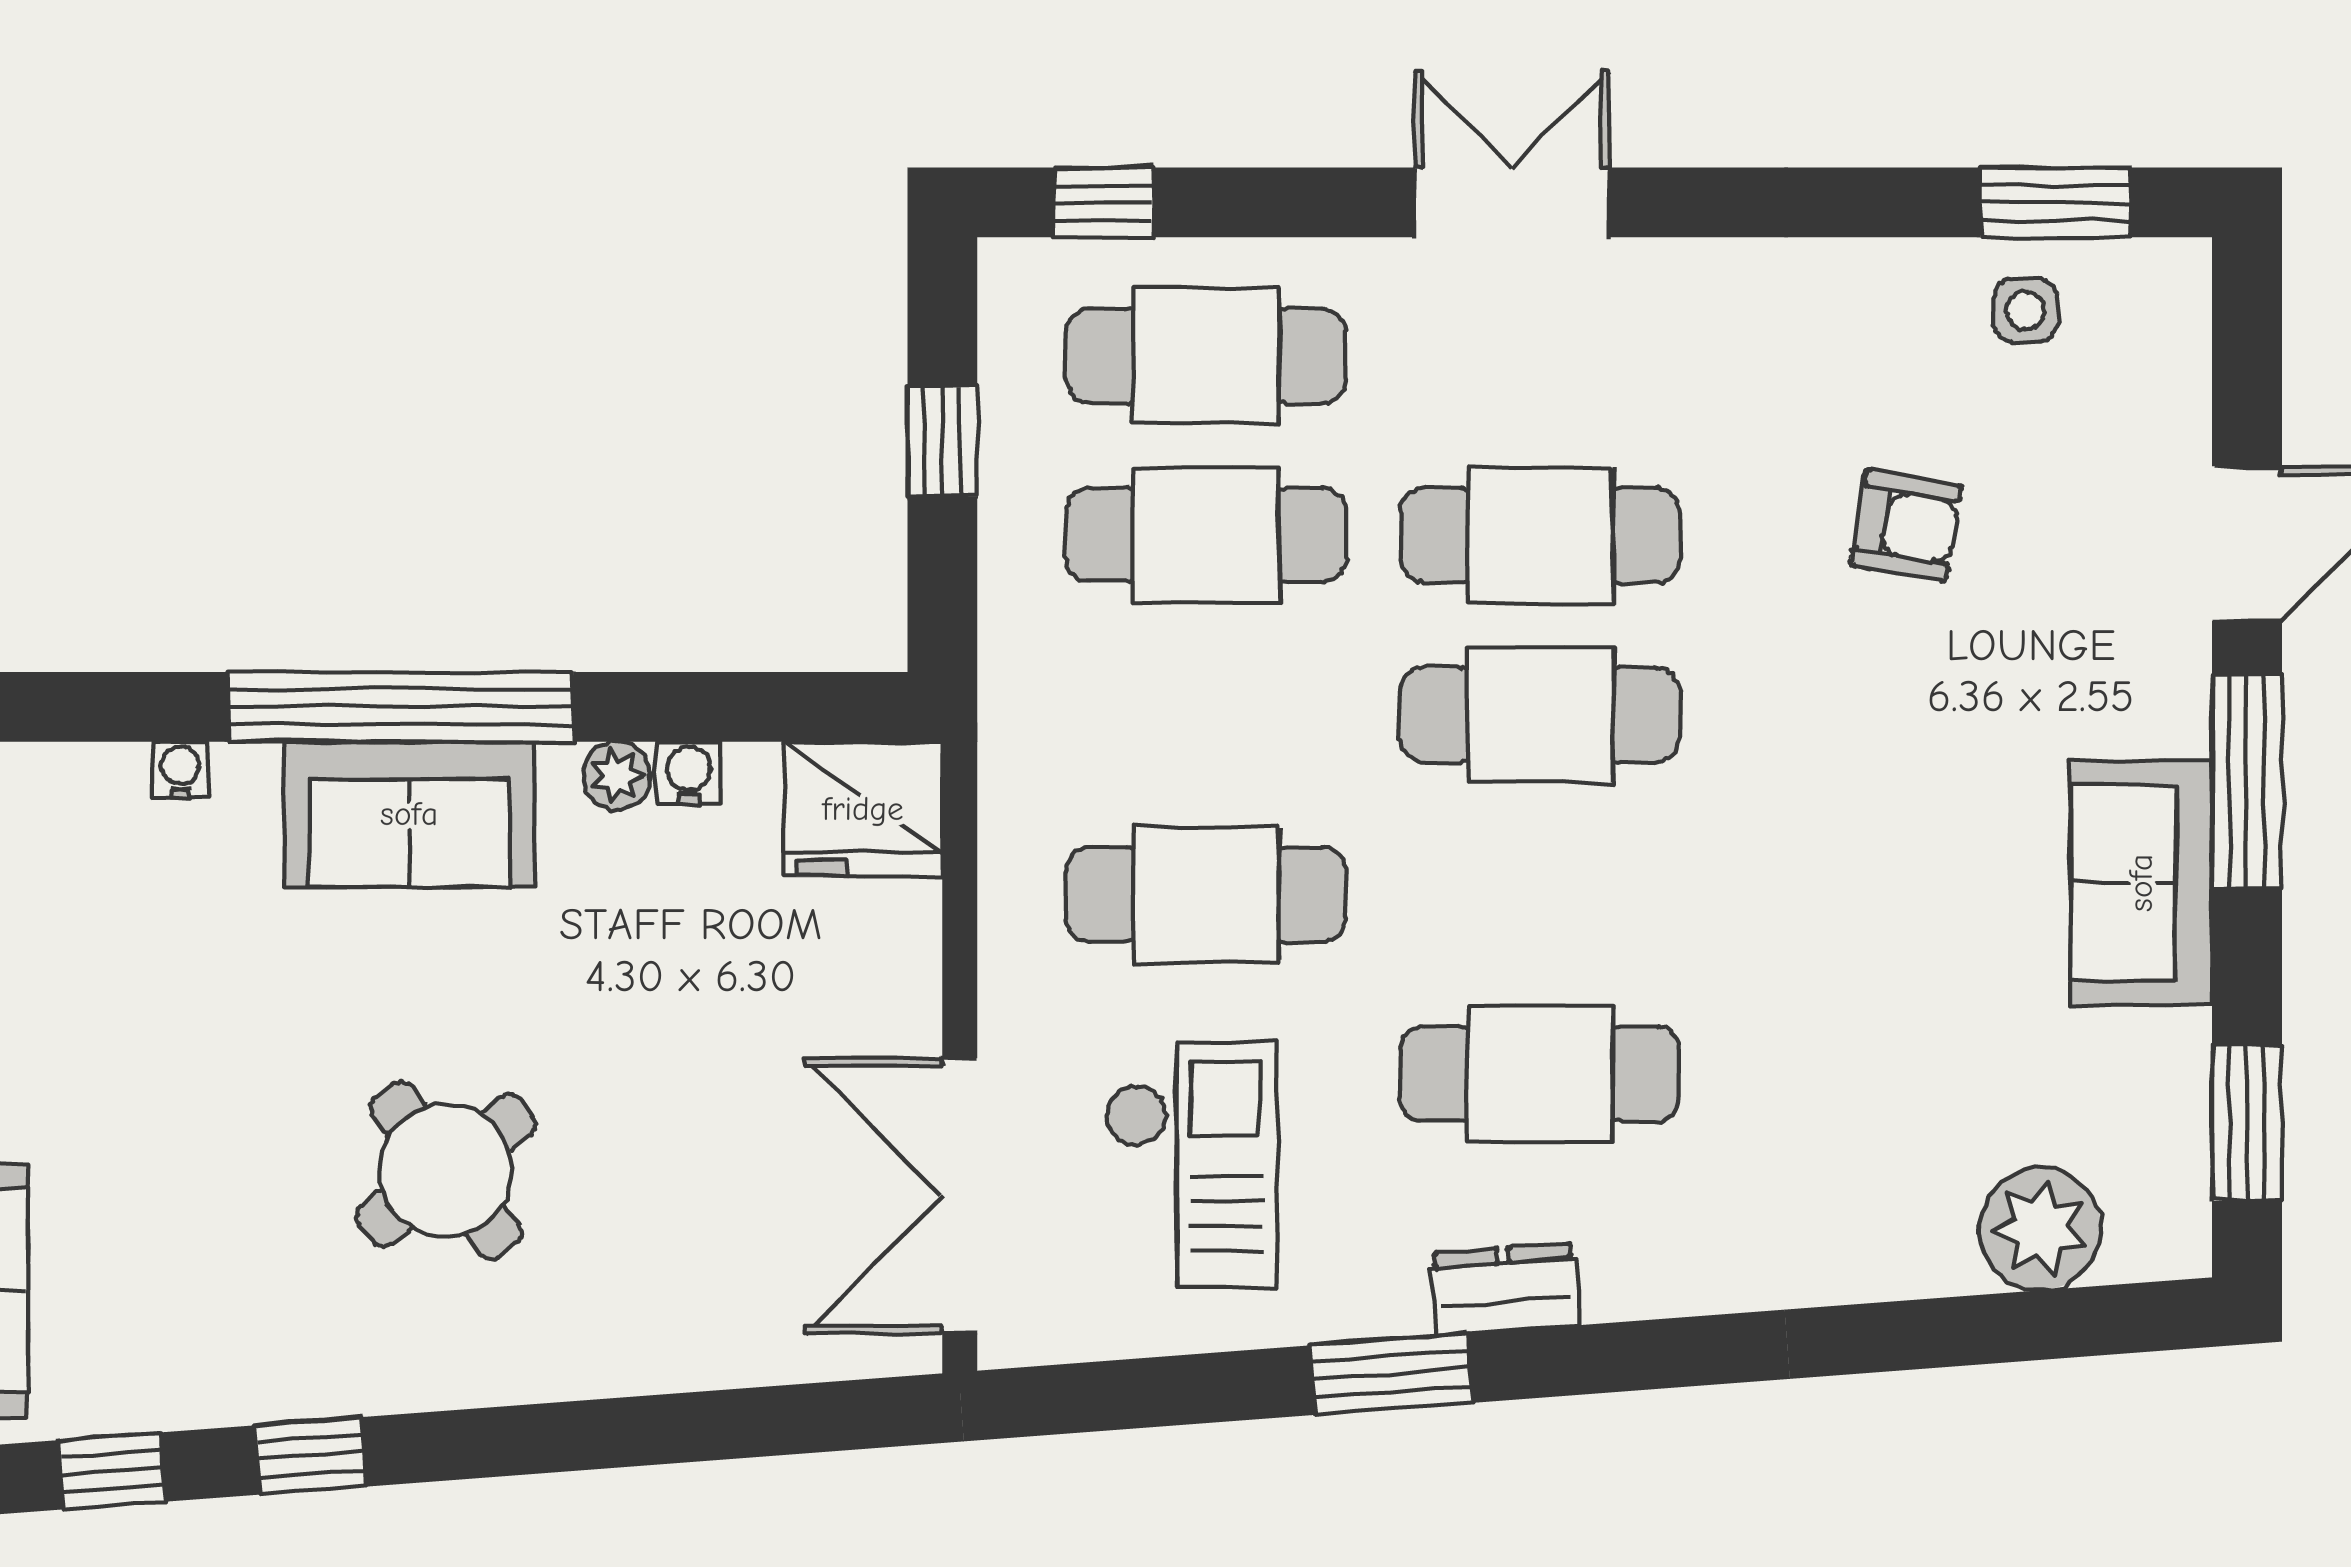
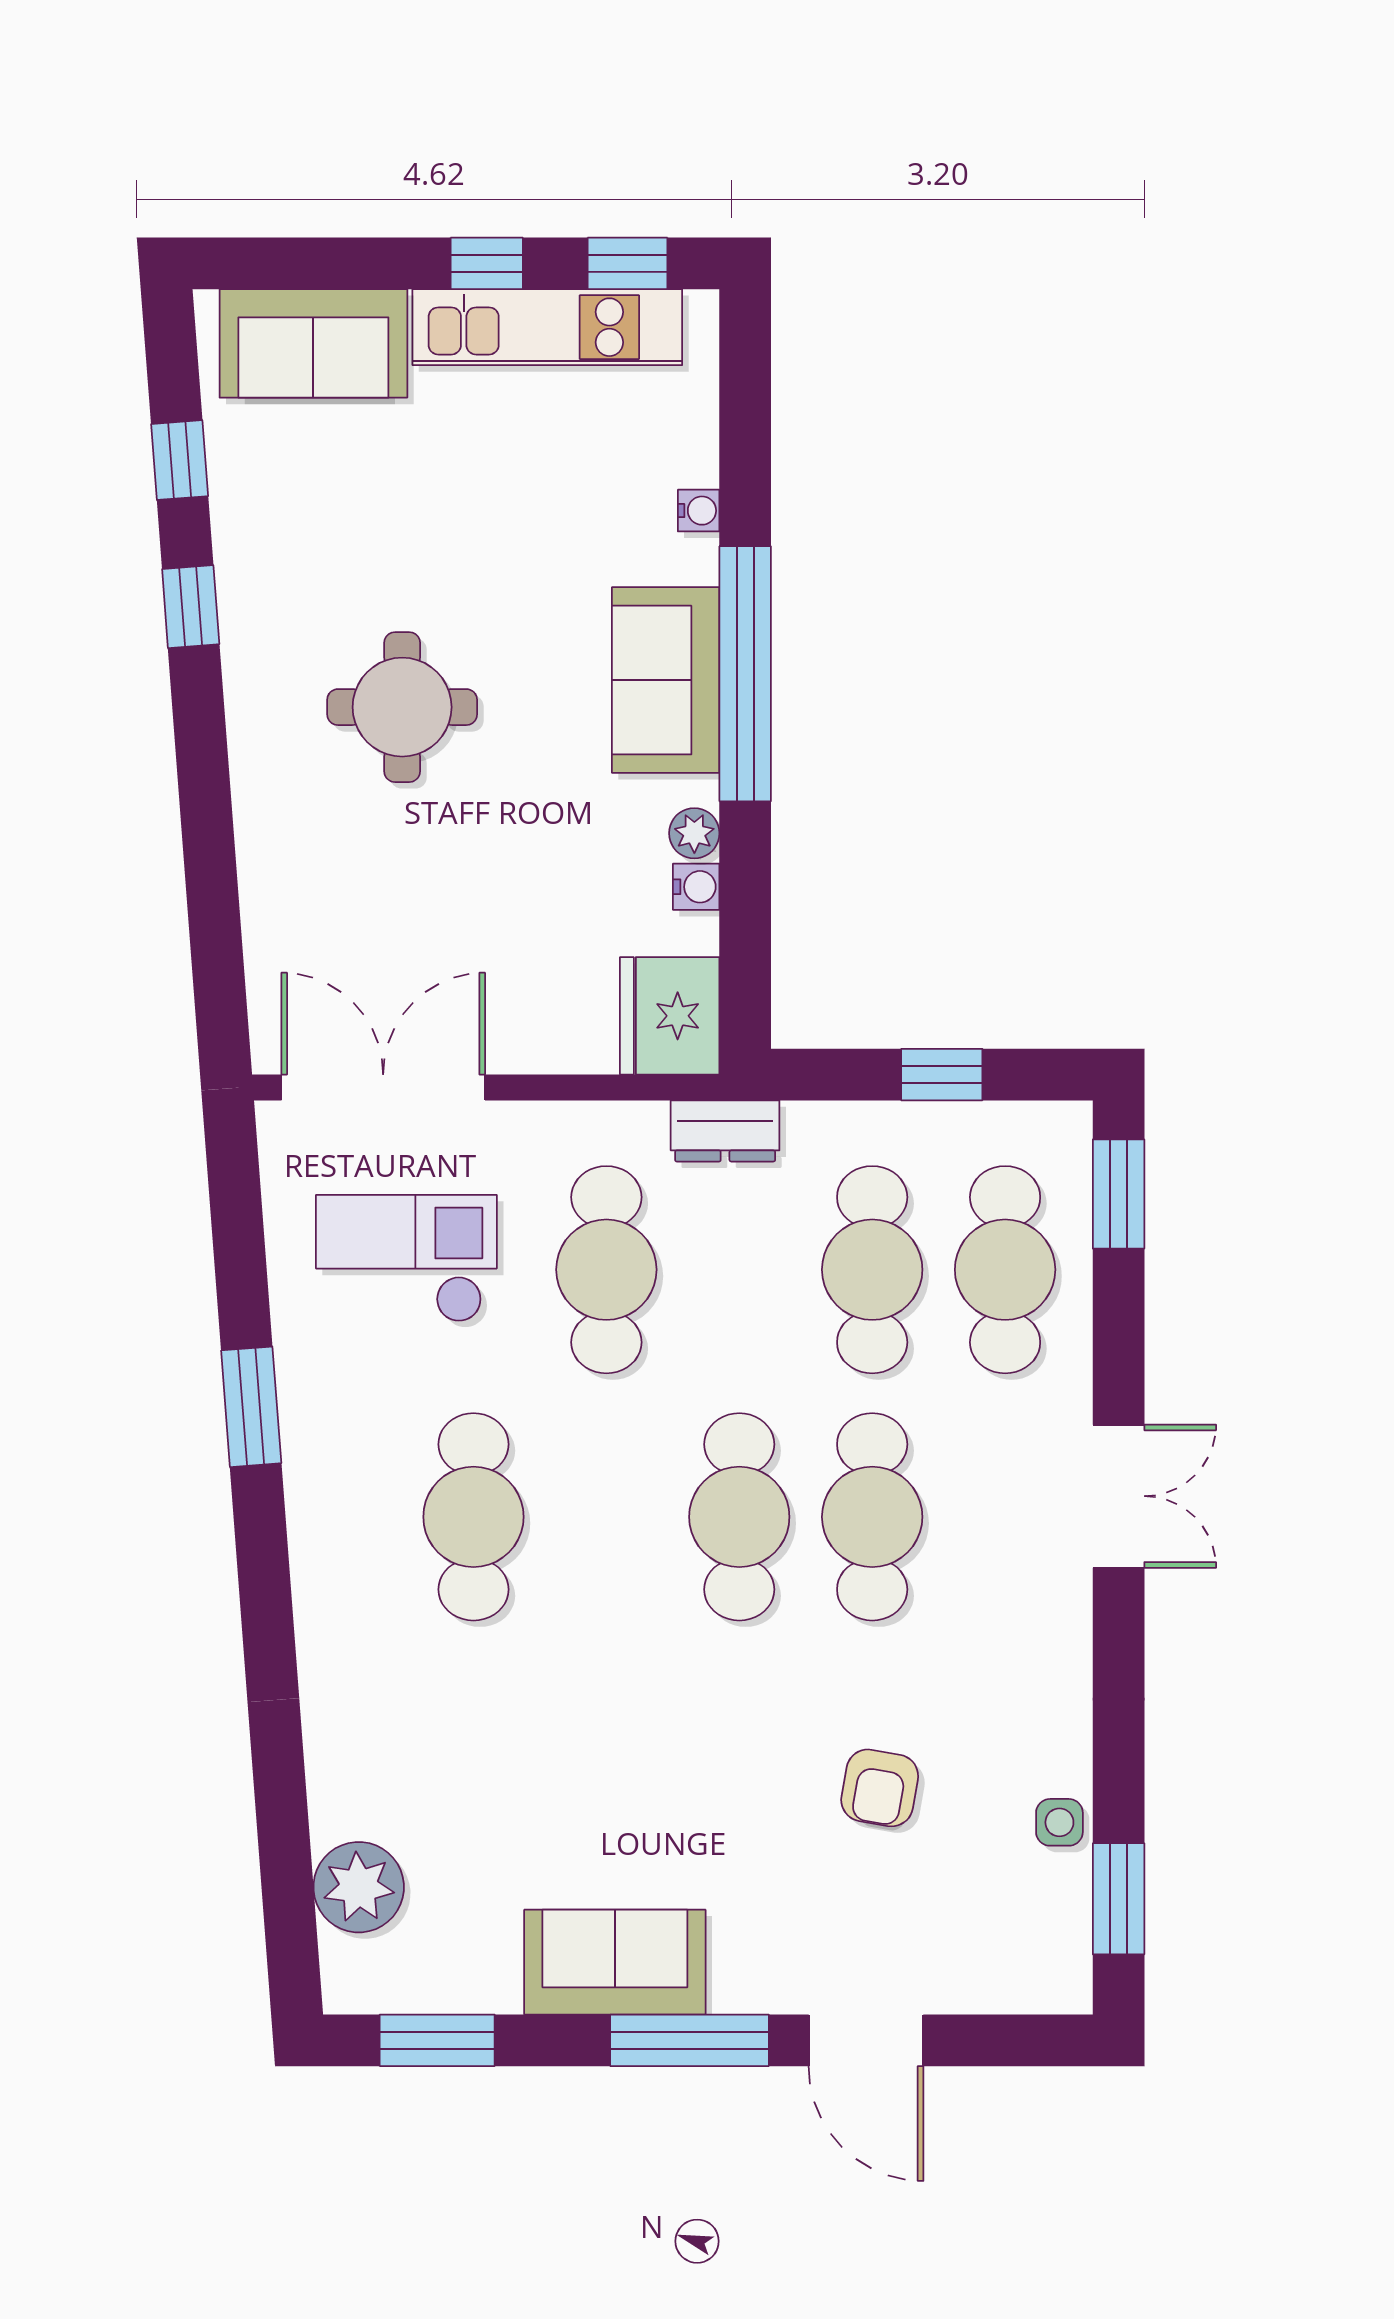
window: (1104, 202) -> (1119, 1194), width x1.50
side table: (2025, 310) -> (1059, 1822), moved
checkout: (1191, 1164) -> (406, 1258), turned 180
round table: (446, 1170) -> (402, 707), turned 38
dresser: (1505, 1289) -> (725, 1131), moved, turned 94

